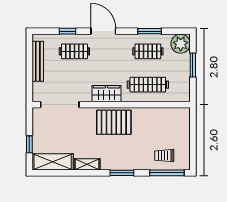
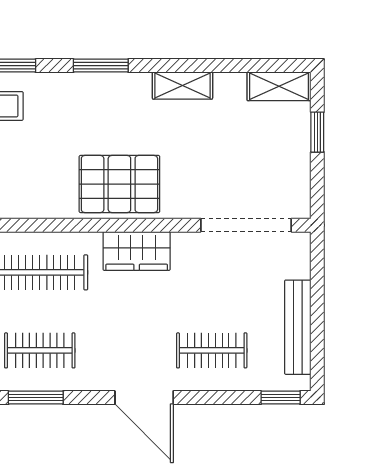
window: (67, 31) -> (281, 398), moved
shelving: (53, 162) -> (279, 86), width x0.67, depth x0.75

